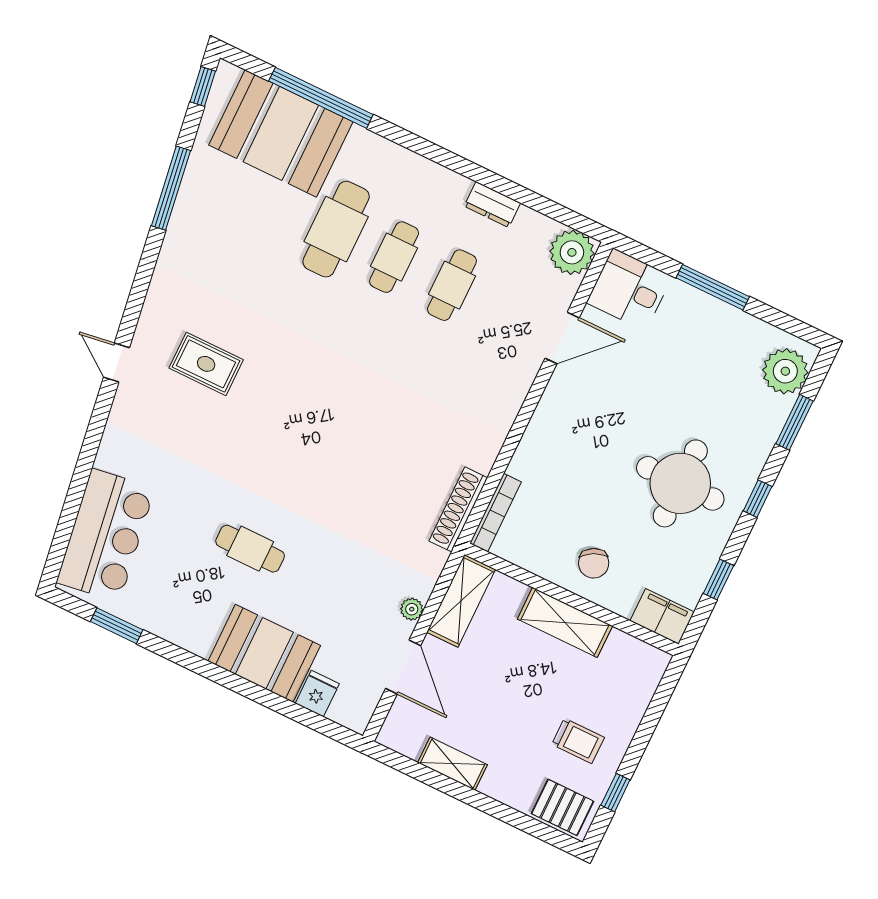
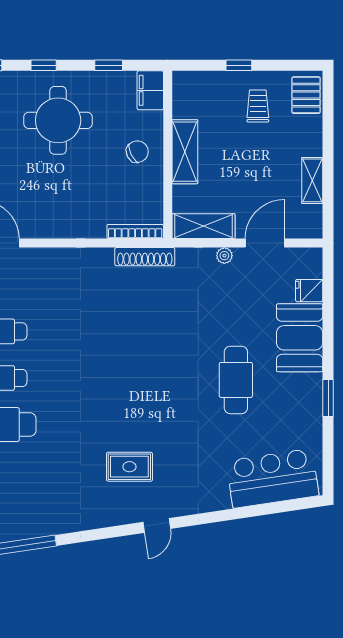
rug: (206, 364) -> (129, 467), turned 90
cafe table: (250, 549) -> (236, 380), width x1.37, depth x1.35
window: (117, 626) -> (328, 398), moved
window: (615, 793) -> (239, 65), moved

